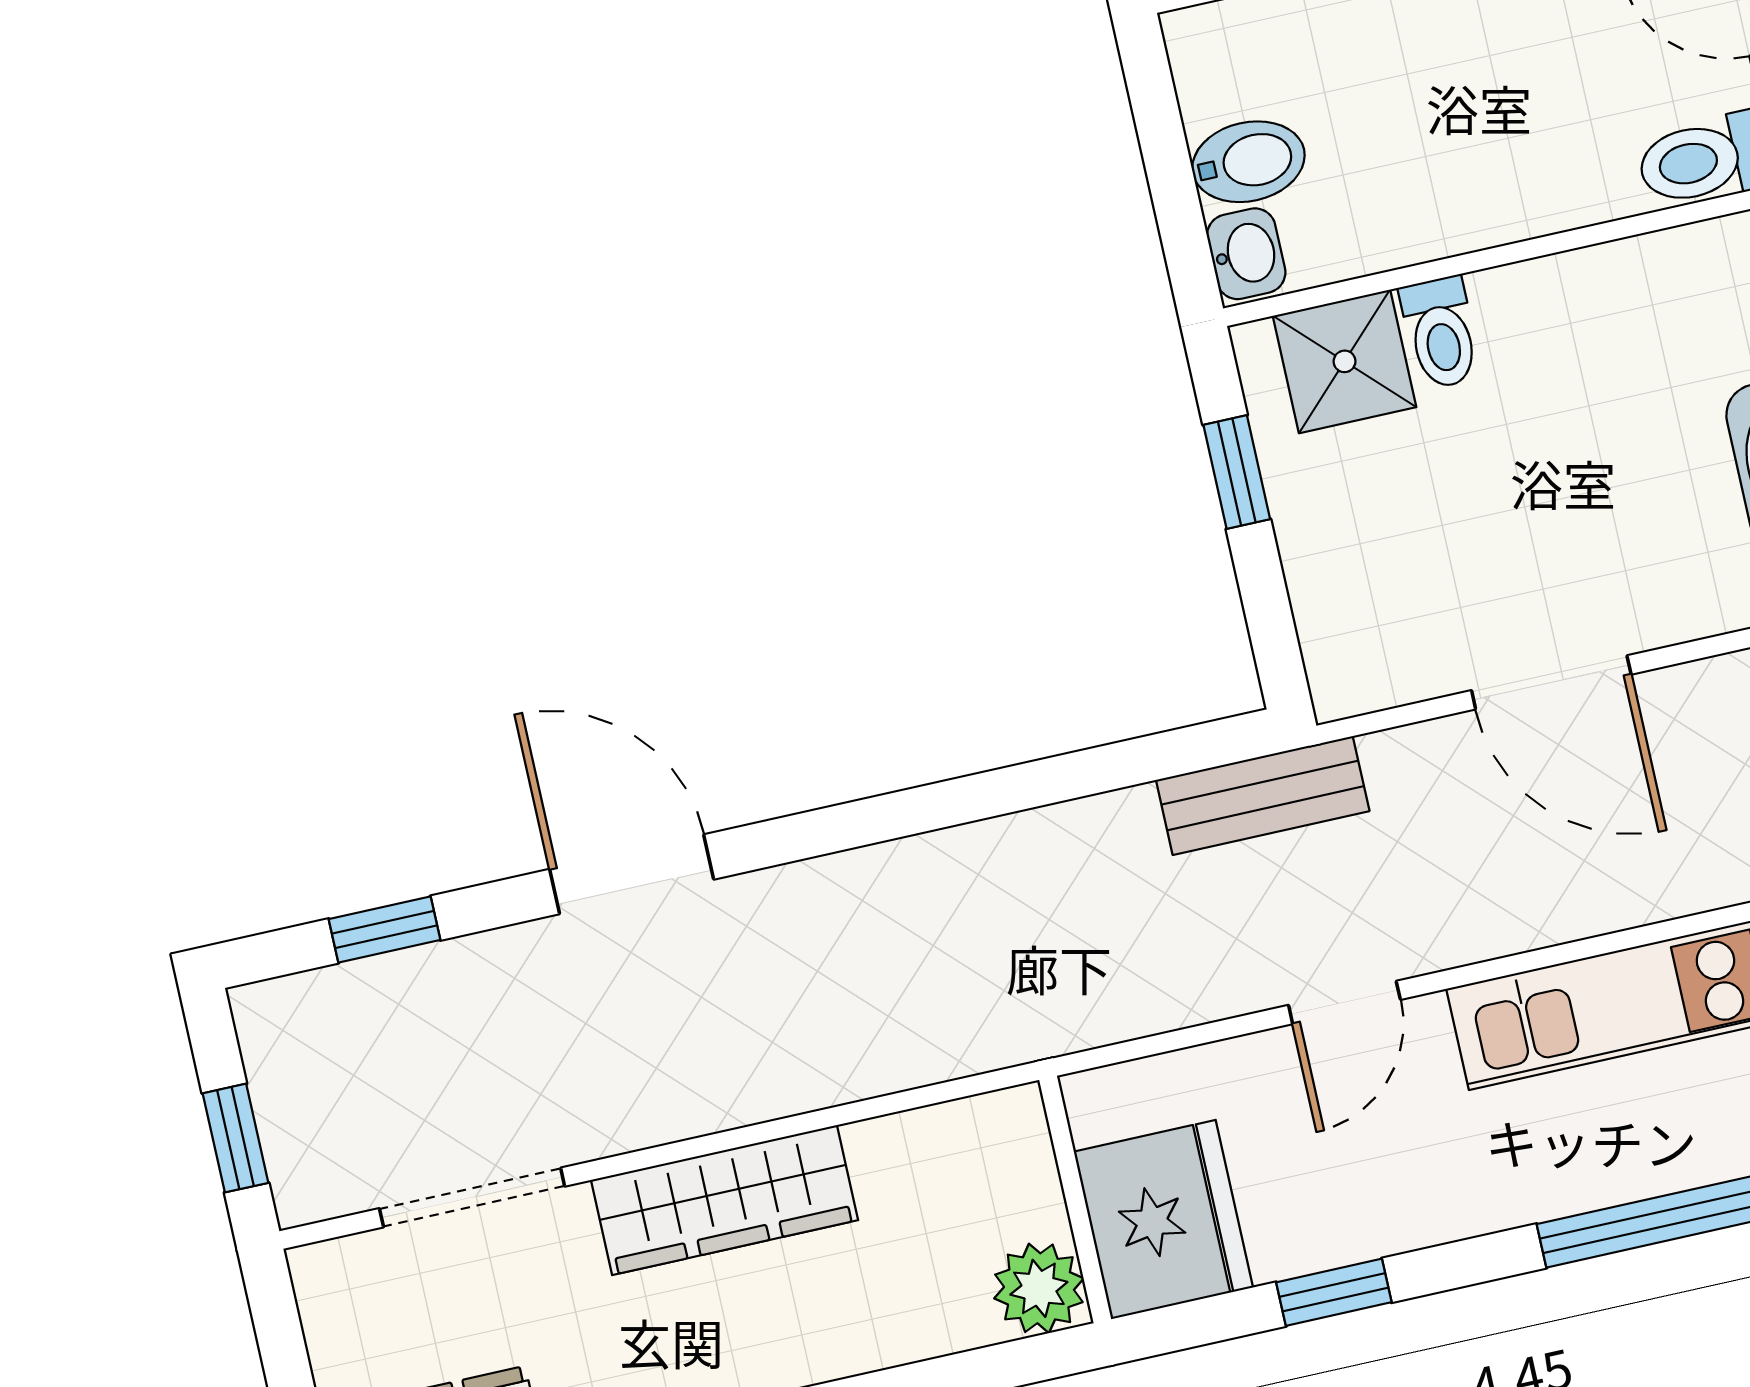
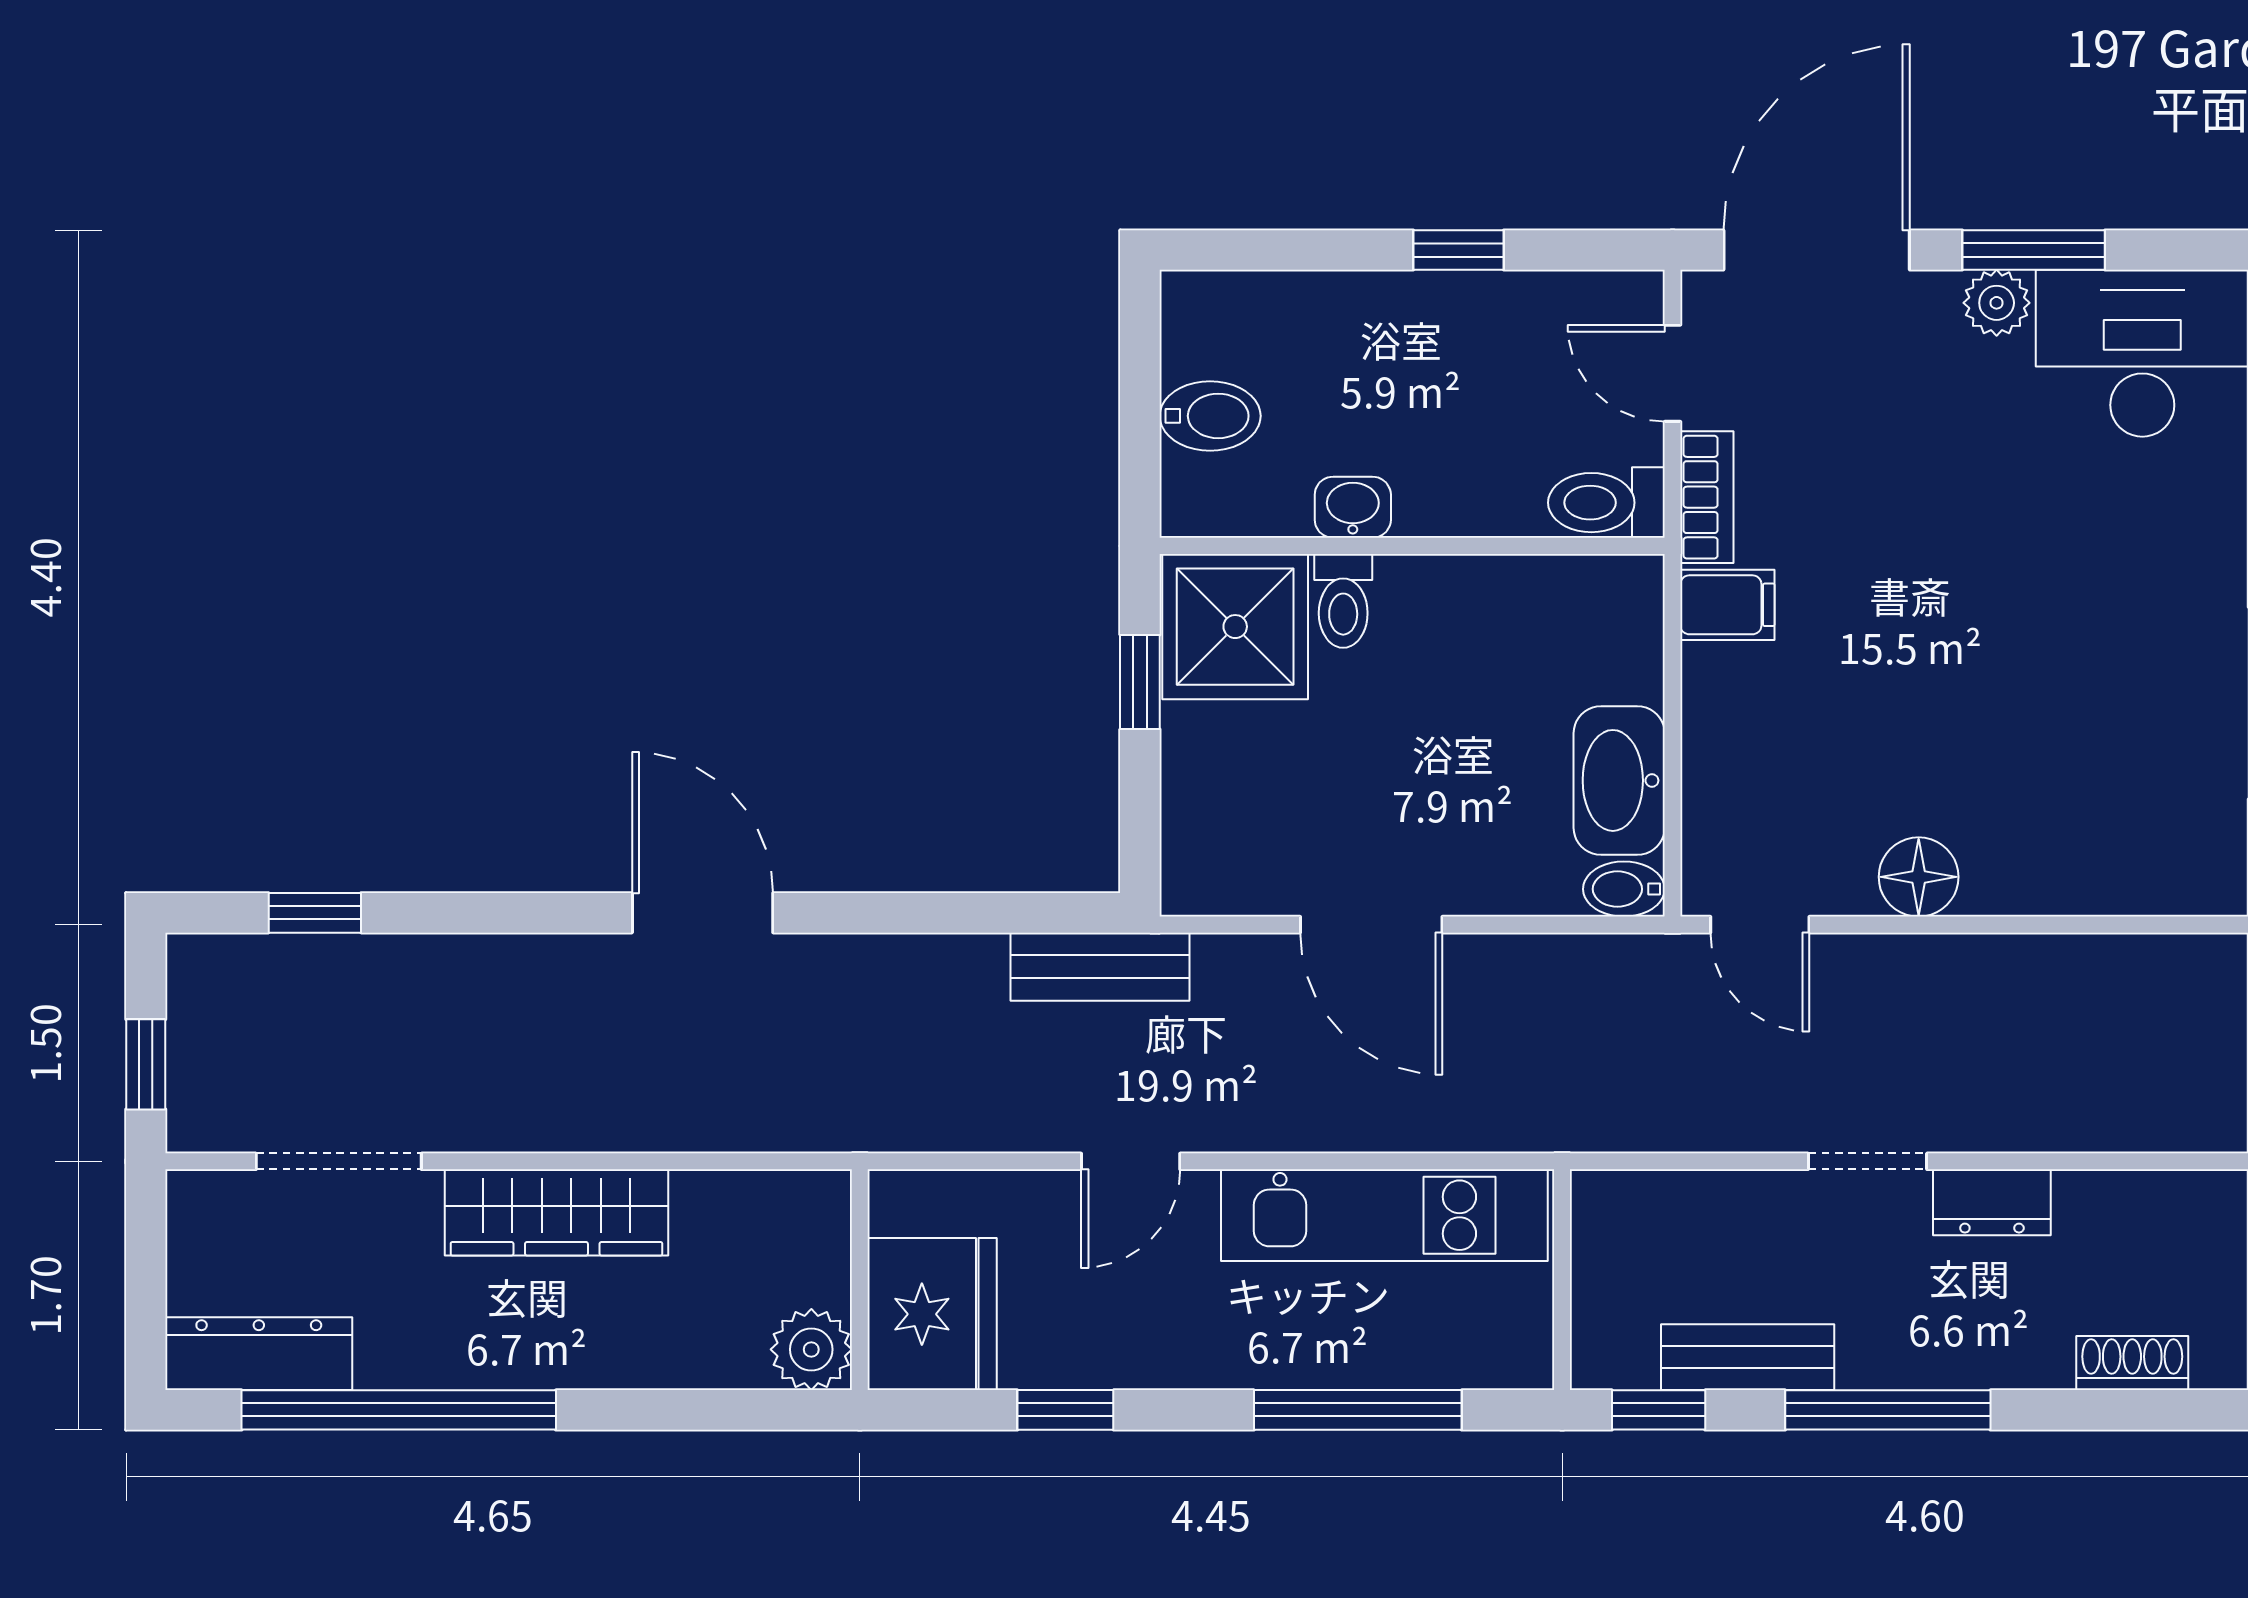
washbasin: (1246, 254) -> (1353, 507), moved, turned -90
shower: (1345, 361) -> (1235, 627), width x1.36, depth x1.36
door: (632, 874) -> (703, 913), moved

